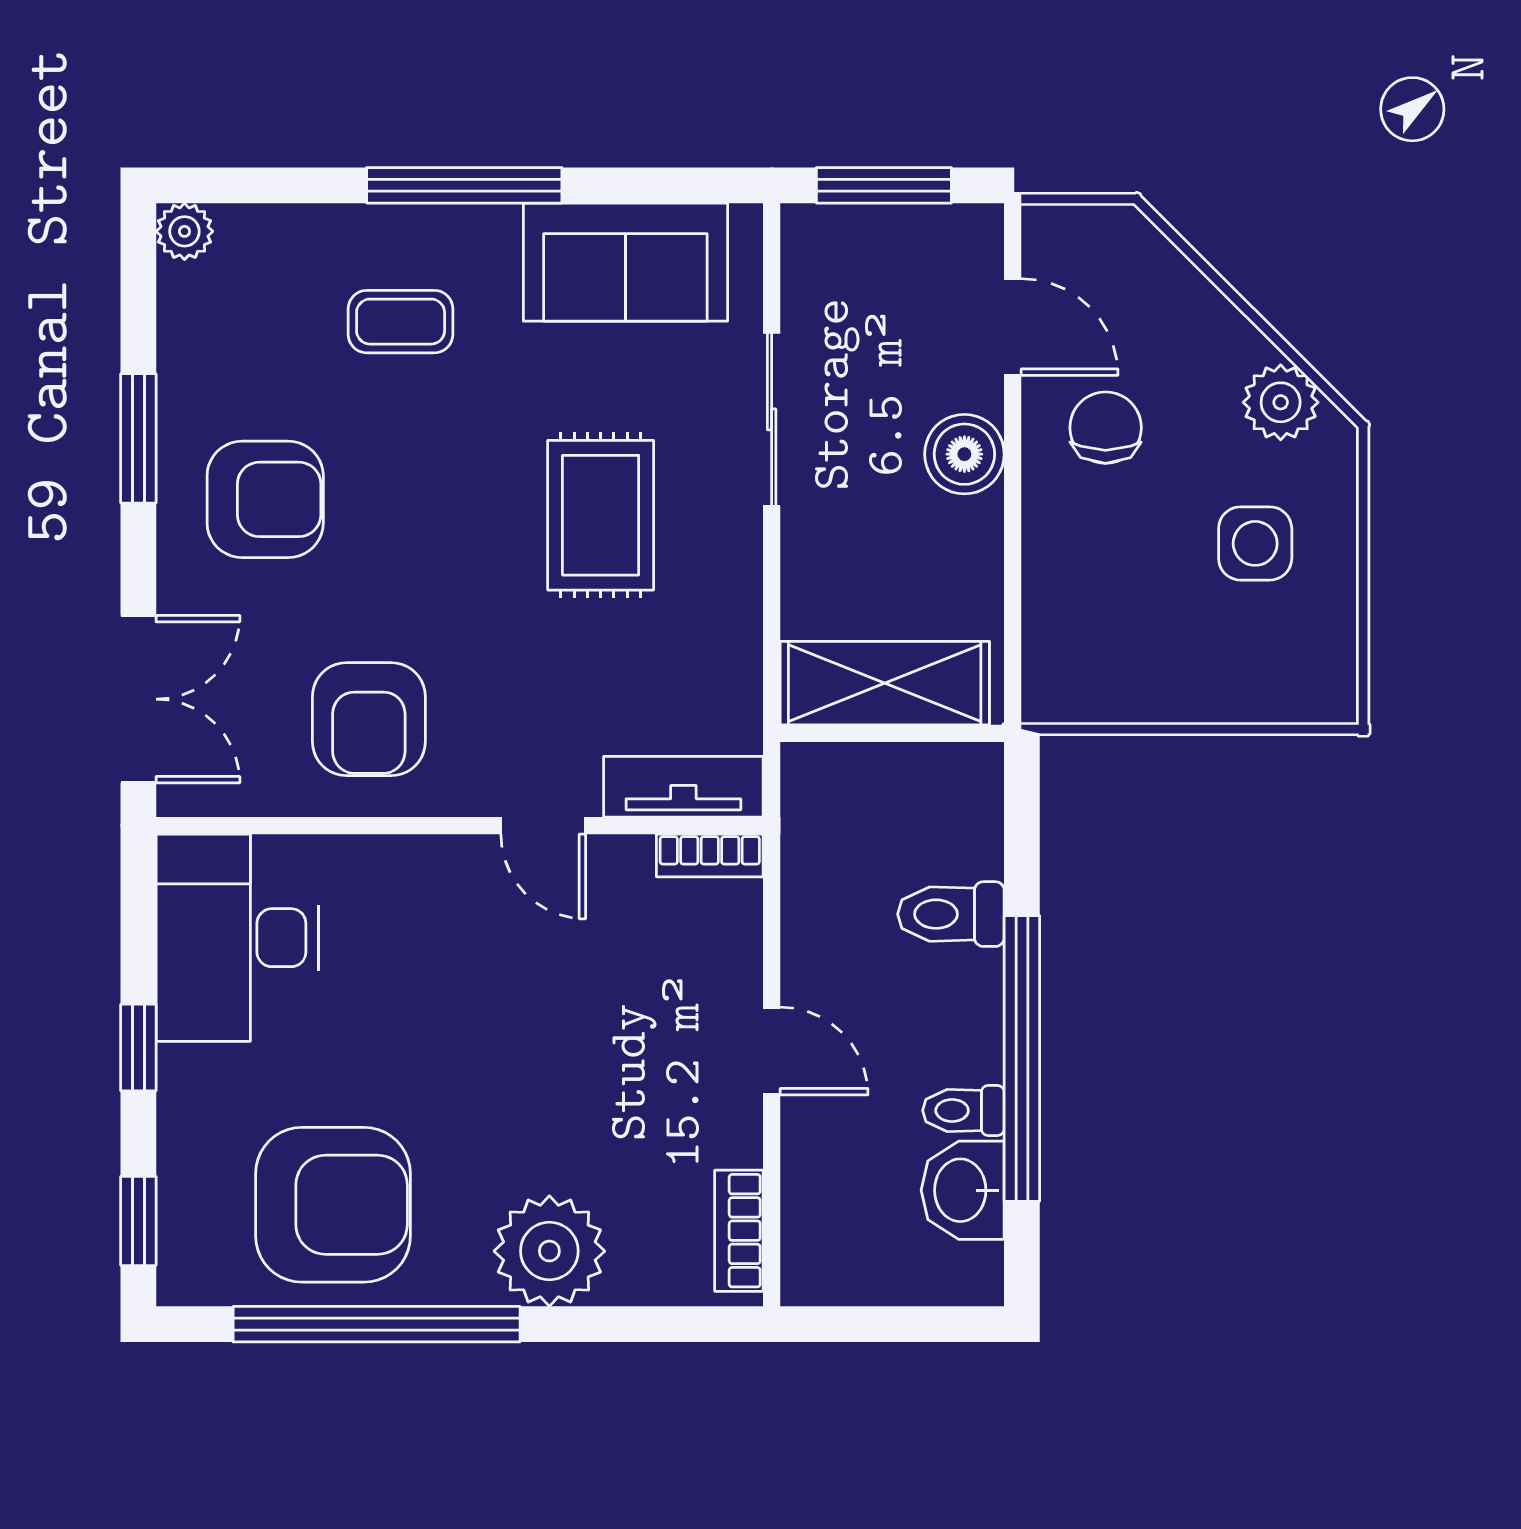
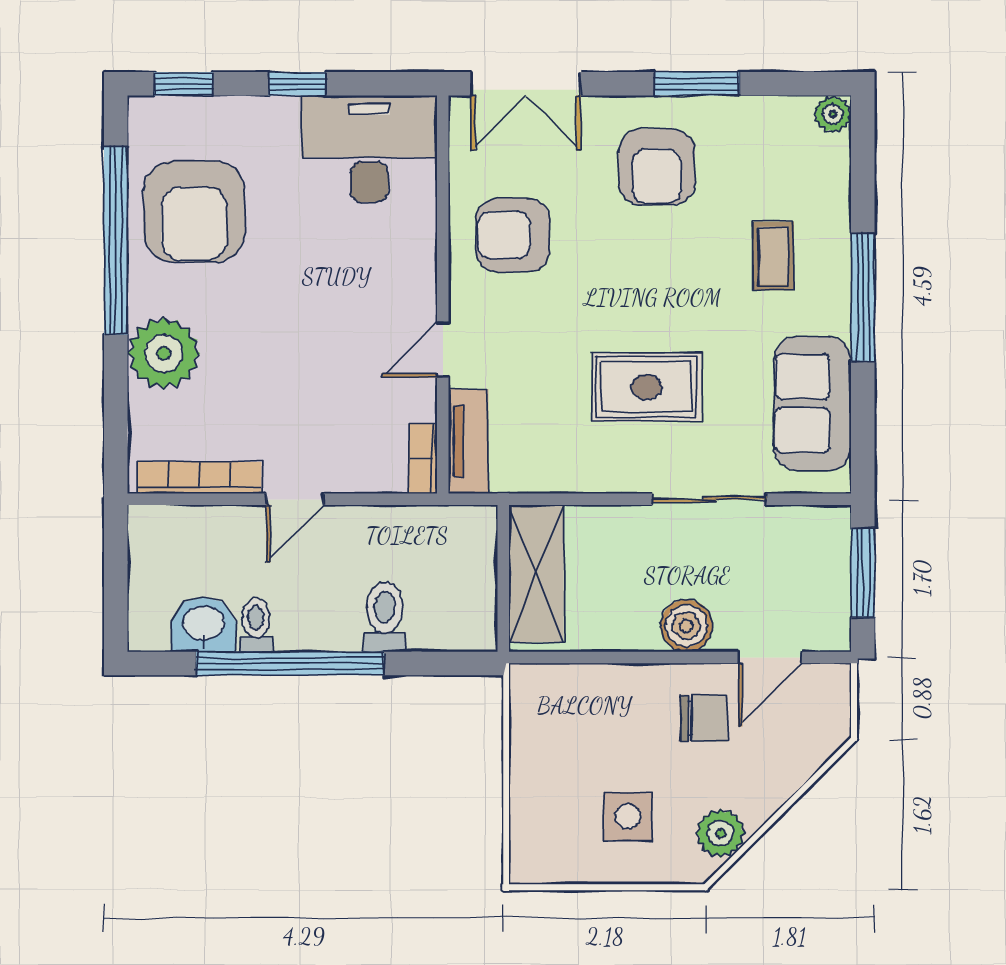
bookcase: (739, 1231) -> (199, 478), width x1.56

